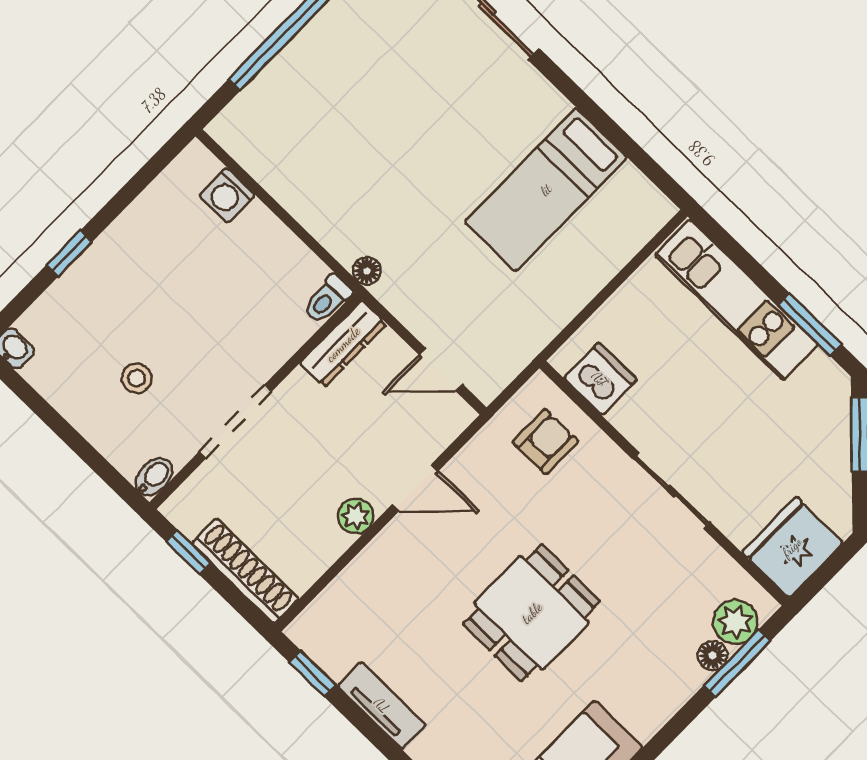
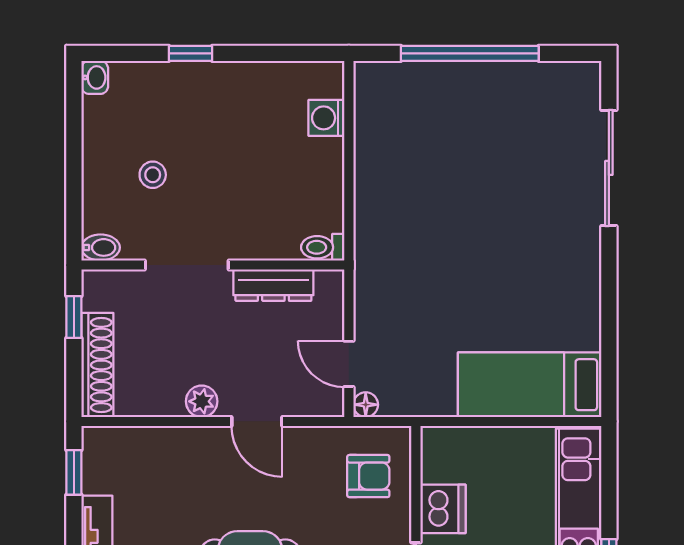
bed: (546, 190) -> (530, 385), moved
floor lamp: (367, 271) -> (366, 405), moved
dresser: (343, 344) -> (273, 285), moved
dishwasher: (600, 379) -> (443, 509), moved

